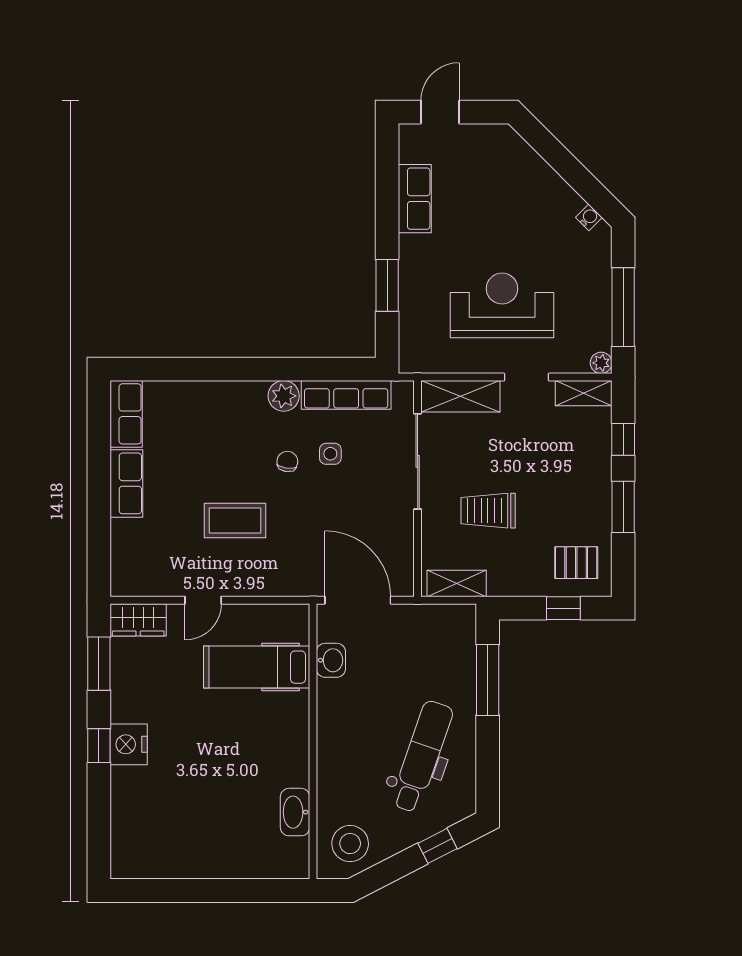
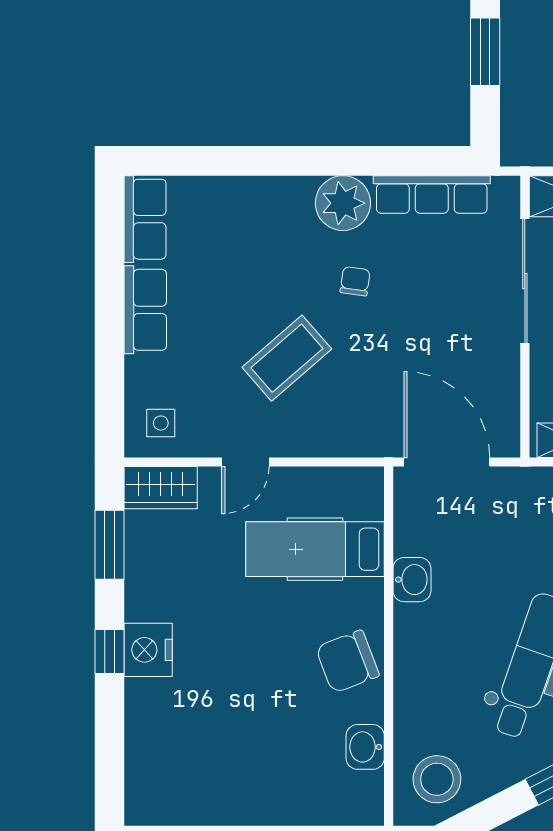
plant: (284, 396) -> (343, 203), width x1.36, depth x1.36
side table: (330, 454) -> (161, 423), moved
coffee table: (235, 520) -> (287, 358), turned -41
washbasin: (331, 660) -> (412, 580), moved
chair: (281, 753) -> (347, 662), added
washbasin: (295, 812) -> (365, 747), width x0.72

